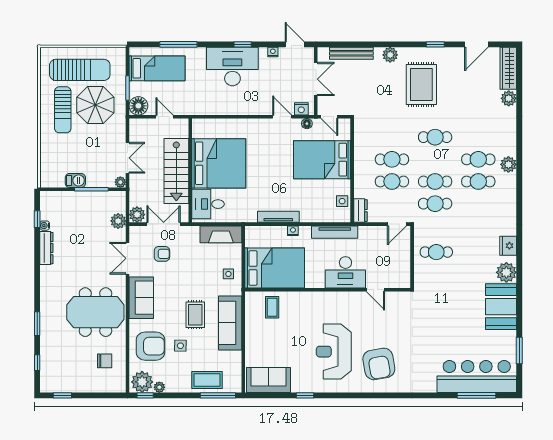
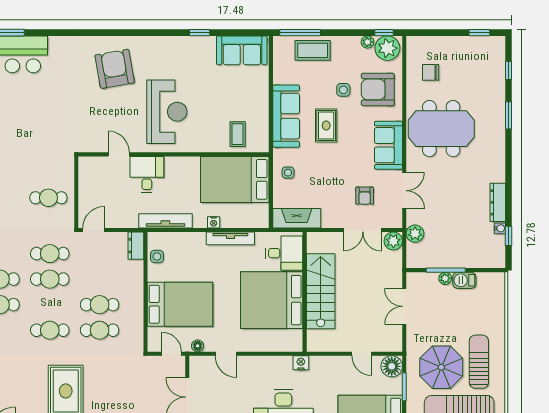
nightstand: (301, 109) -> (301, 363), moved
bed: (219, 163) -> (272, 300), moved
wall: (190, 170) -> (305, 292), moved
stairs: (176, 171) -> (321, 291), moved
cafe table: (392, 181) -> (100, 330), moved
plant: (120, 182) -> (445, 278), moved
desk: (208, 204) -> (284, 253), moved
armchair: (162, 254) -> (365, 196), turned -90
desk: (345, 272) -> (147, 174), width x0.73
reception desk: (334, 352) -> (167, 112), moved

